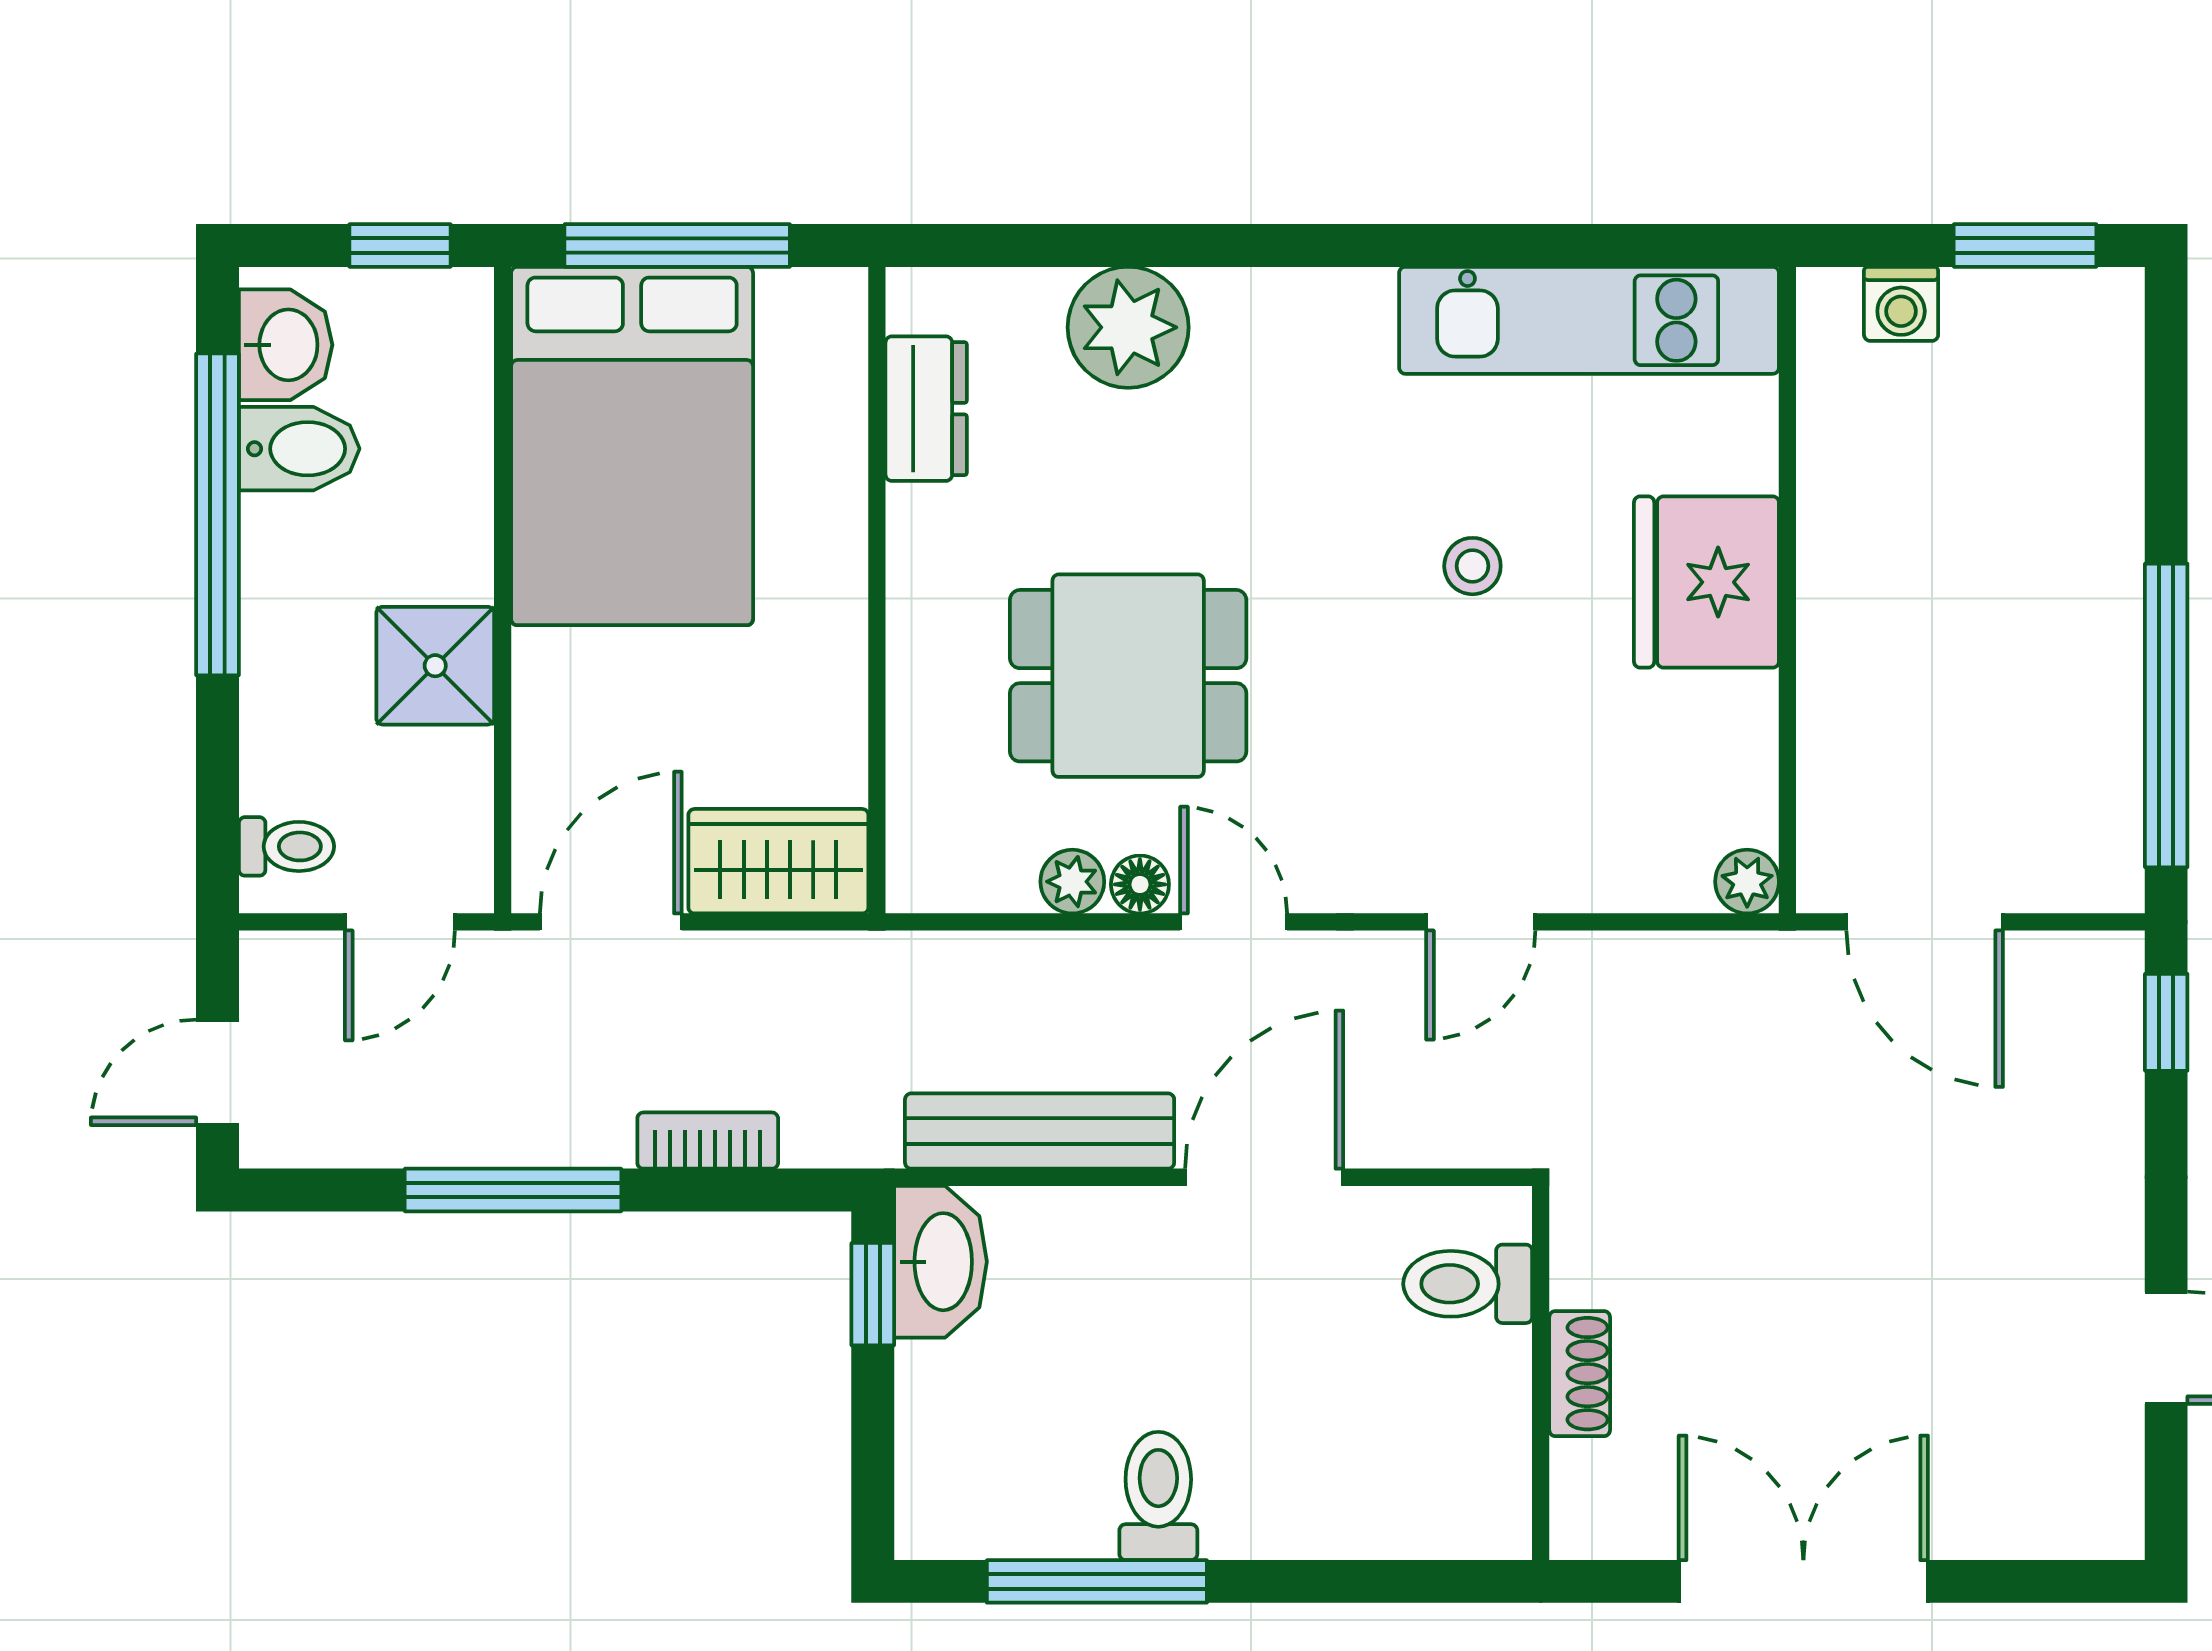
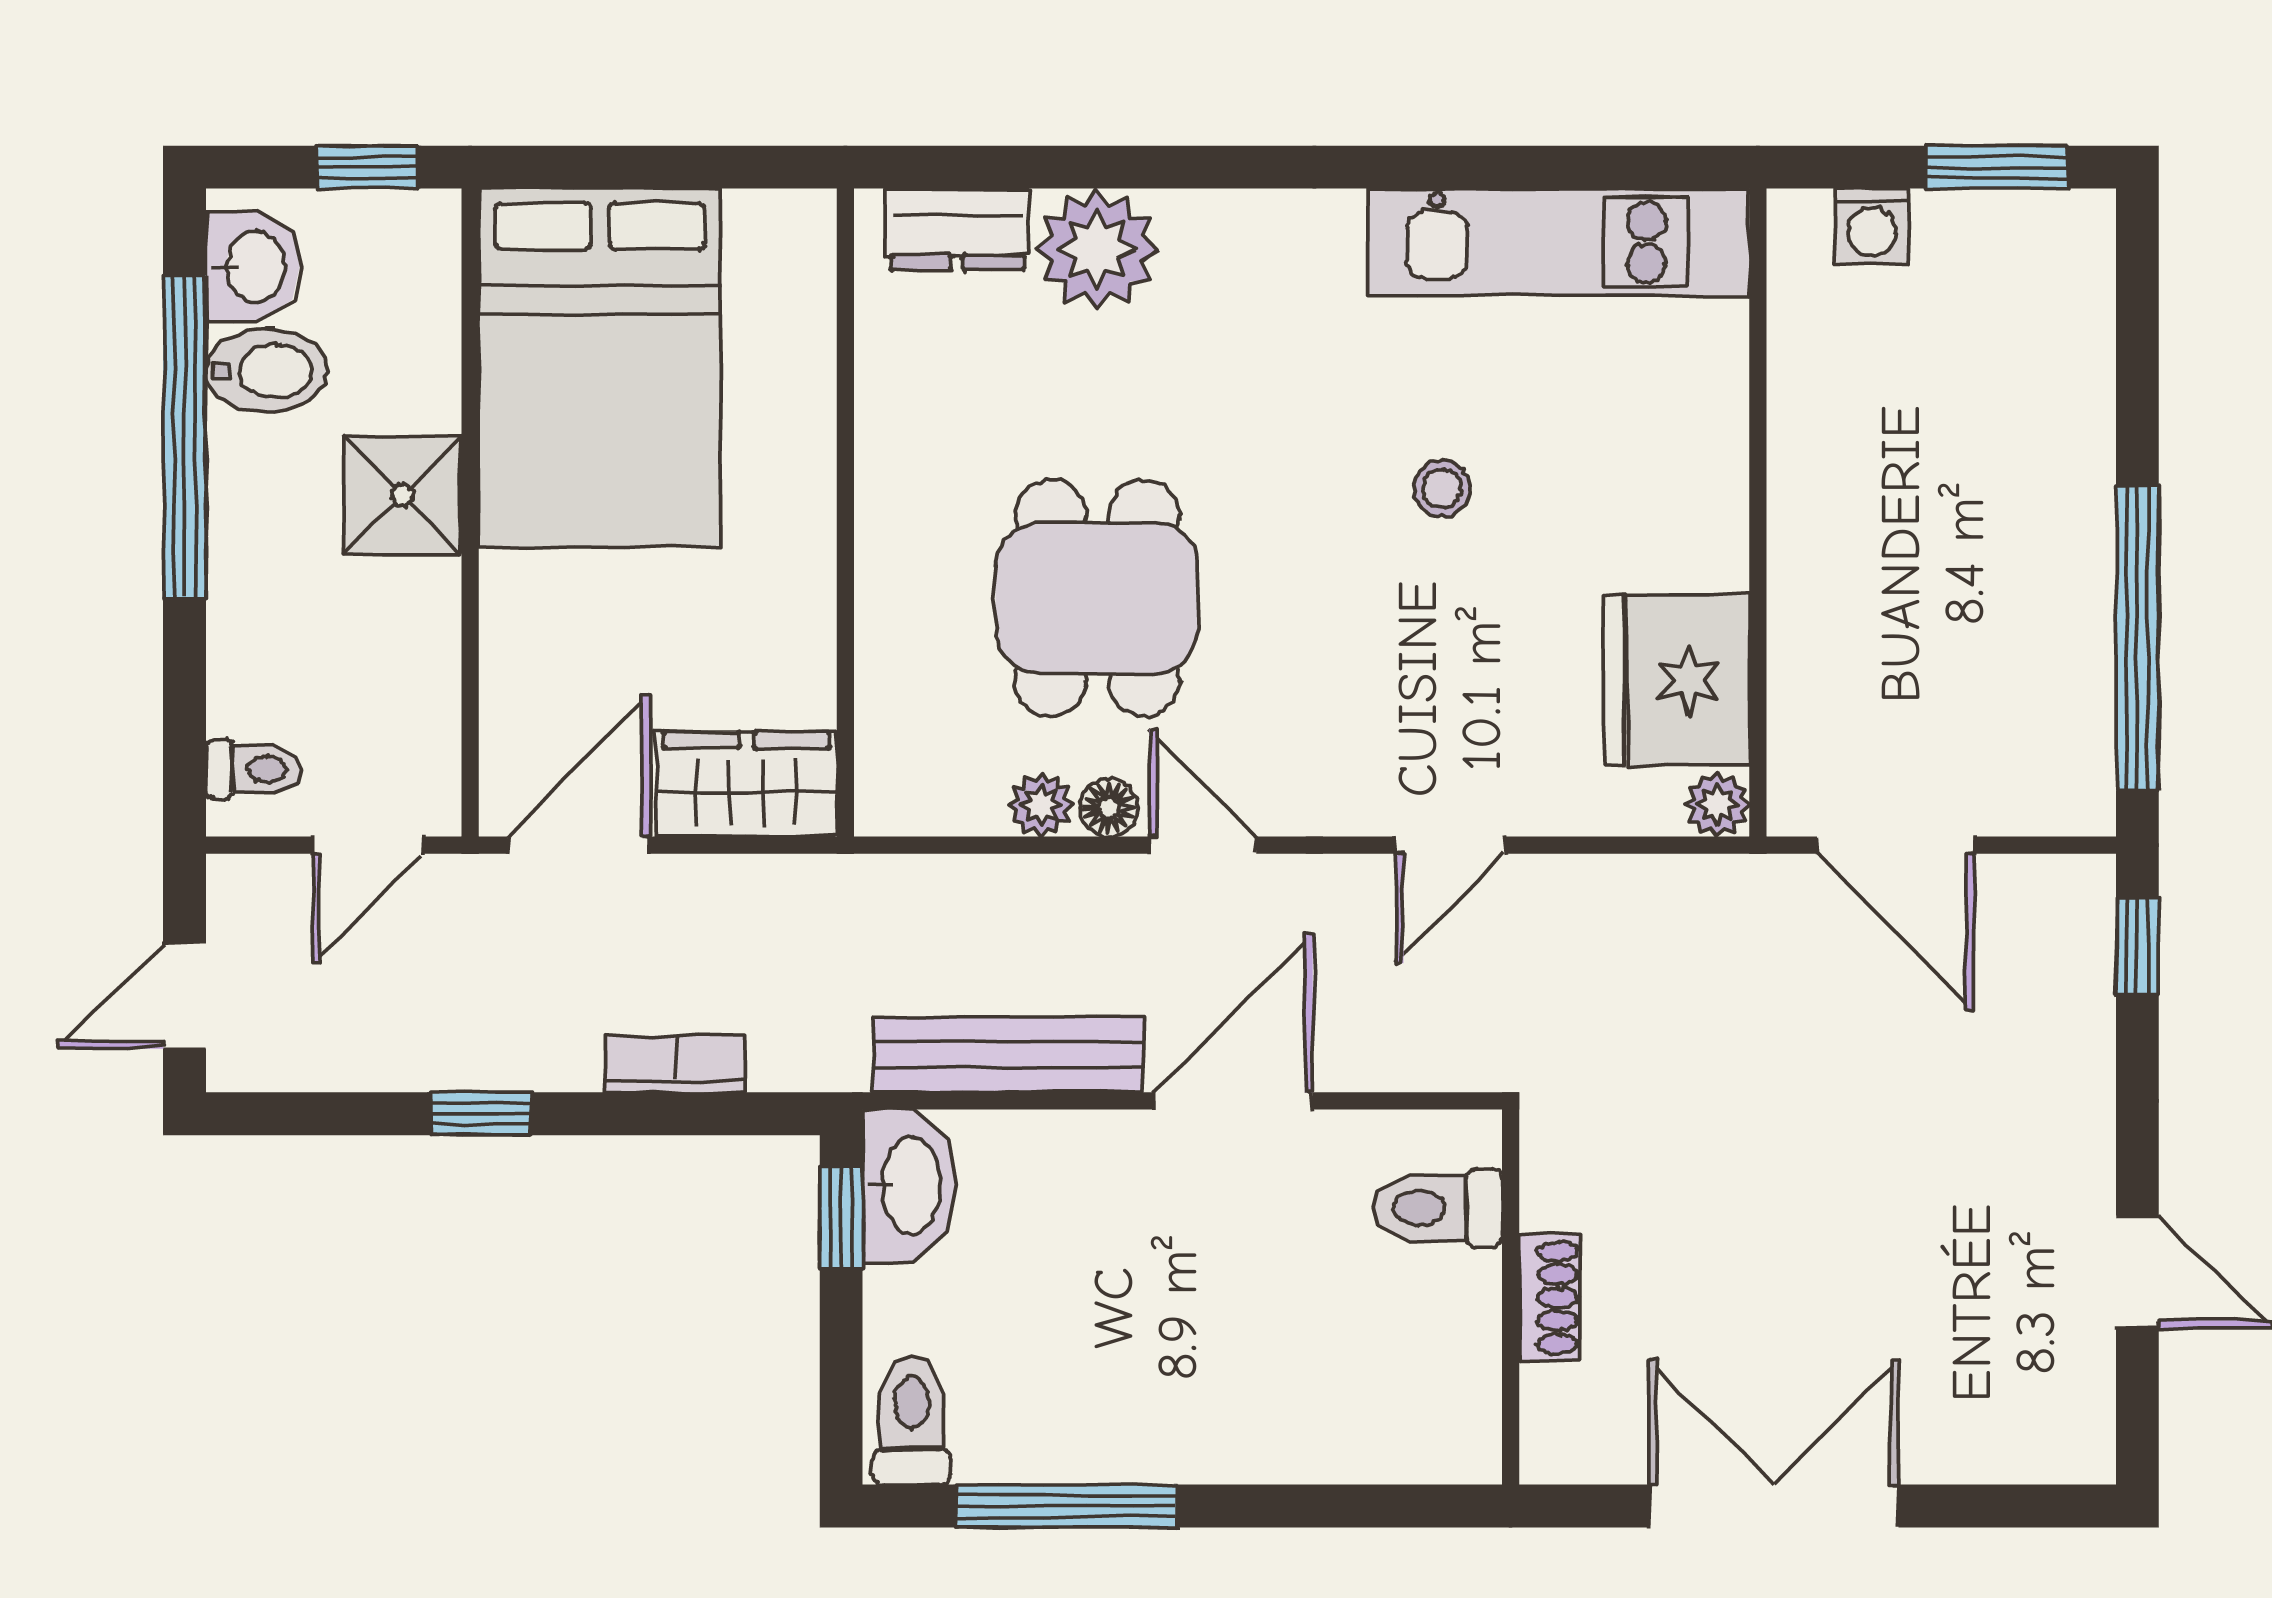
window: (677, 245) -> (645, 167), removed
dresser: (926, 409) -> (957, 229), moved, turned 90
fridge: (1706, 582) -> (1677, 680), moved
shower: (435, 666) -> (403, 495), moved
dining table: (1128, 676) -> (1097, 598), turned 90
window: (513, 1190) -> (481, 1114), width x0.46
toilet: (1158, 1496) -> (912, 1420), moved

